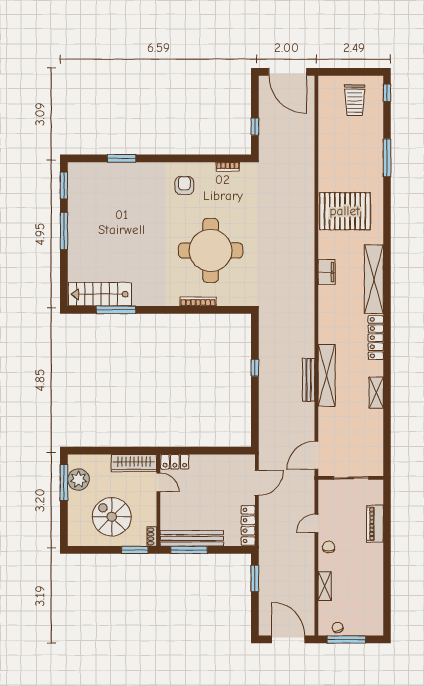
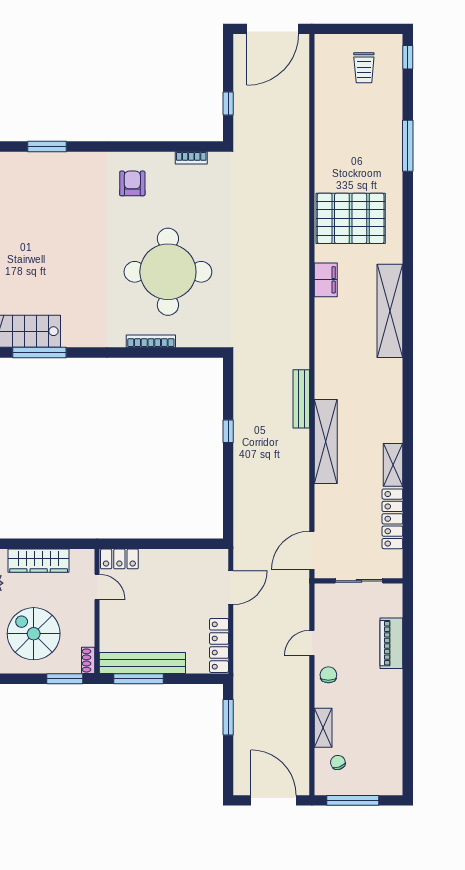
door: (288, 72) -> (273, 29), hinge flipped
trolley: (355, 100) -> (364, 68), width x0.73, depth x0.72
filing cabinet: (327, 272) -> (326, 280), moved
locker: (376, 338) -> (392, 519), moved
bench: (309, 380) -> (301, 399), moved
wardrobe: (134, 463) -> (39, 561), moved
chair: (338, 627) -> (338, 762), moved

